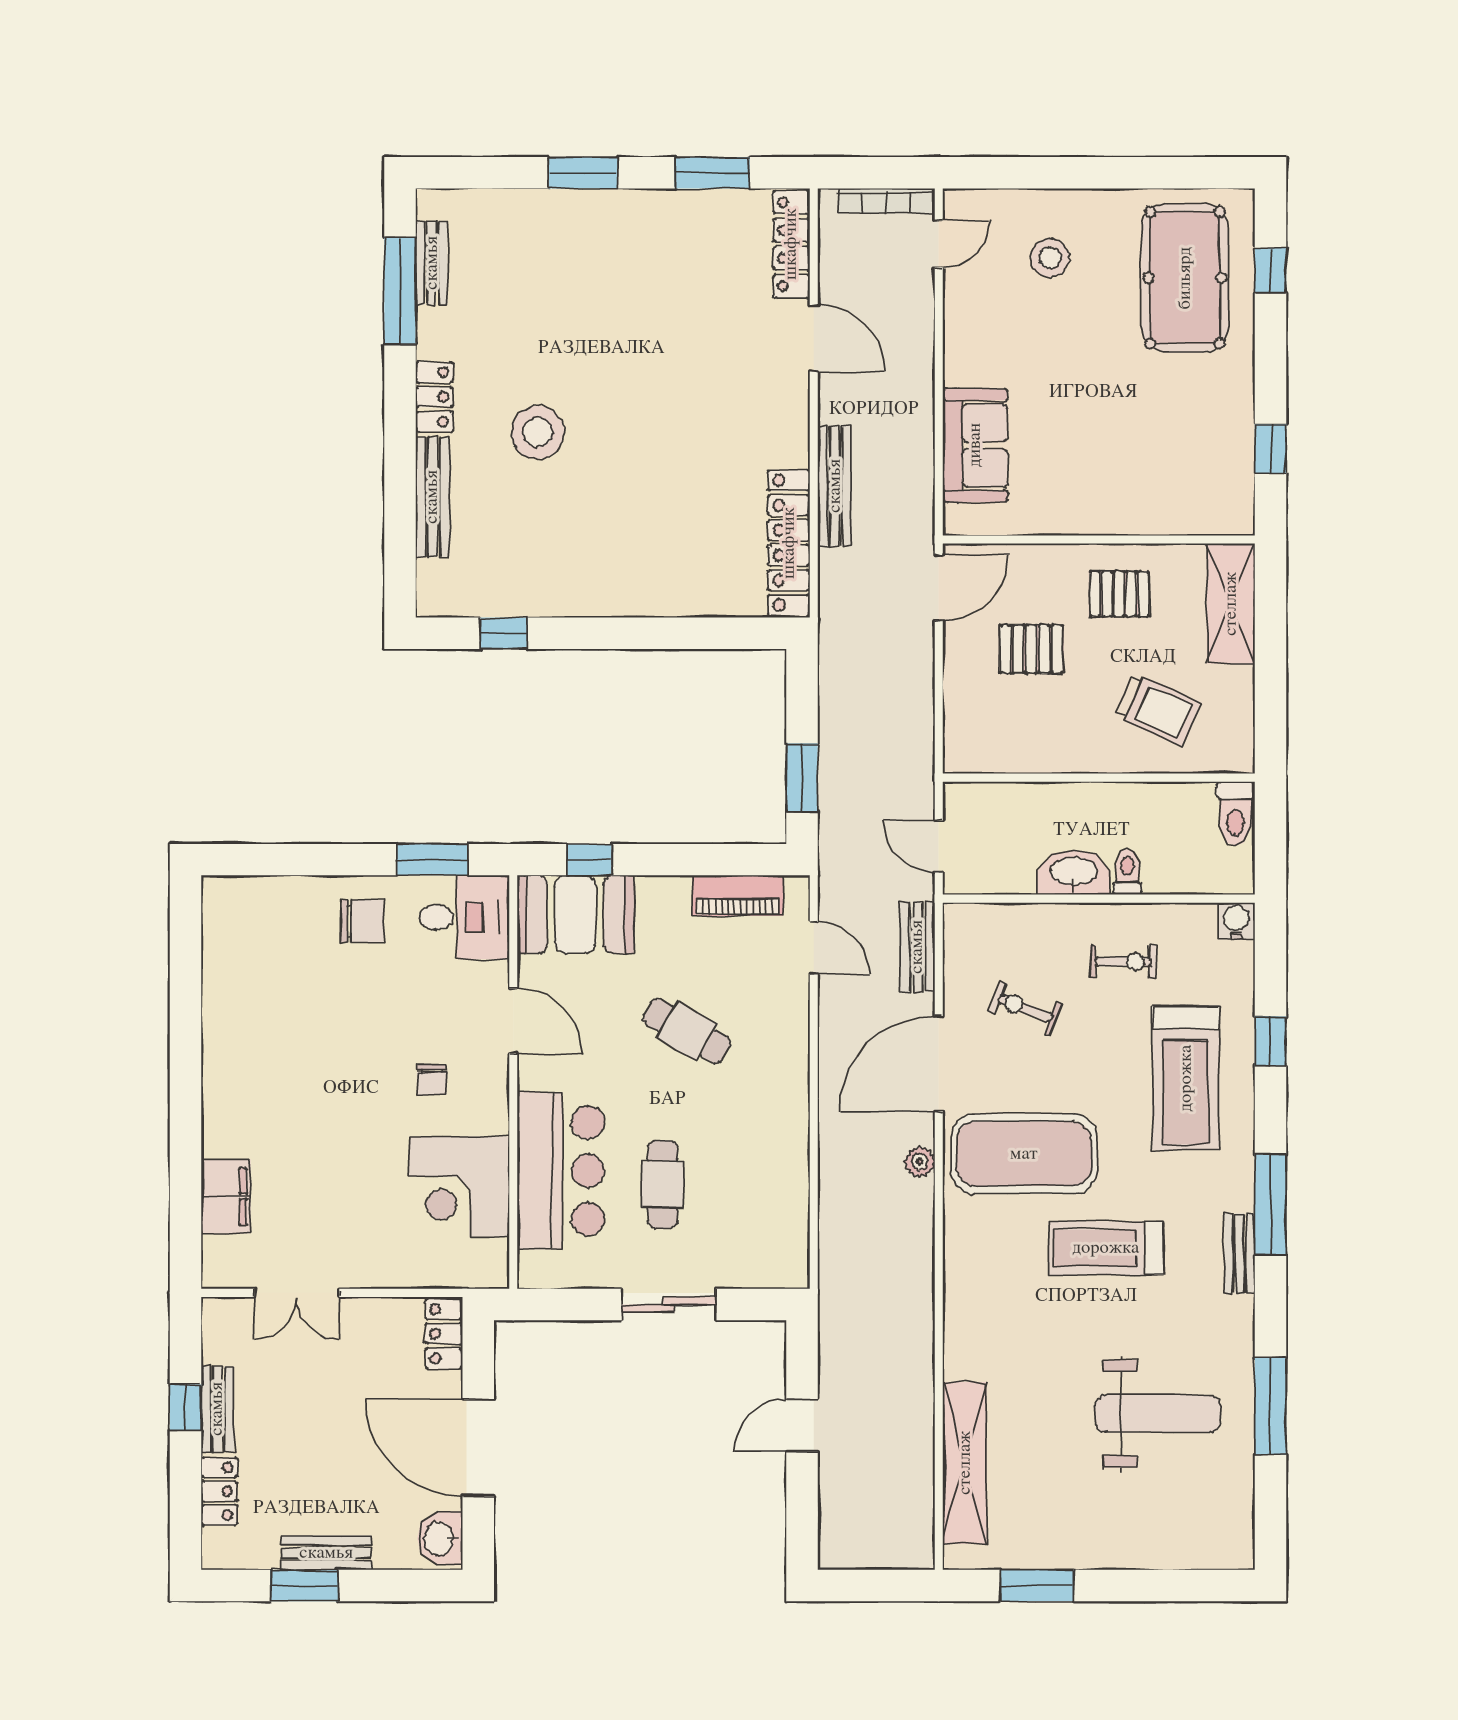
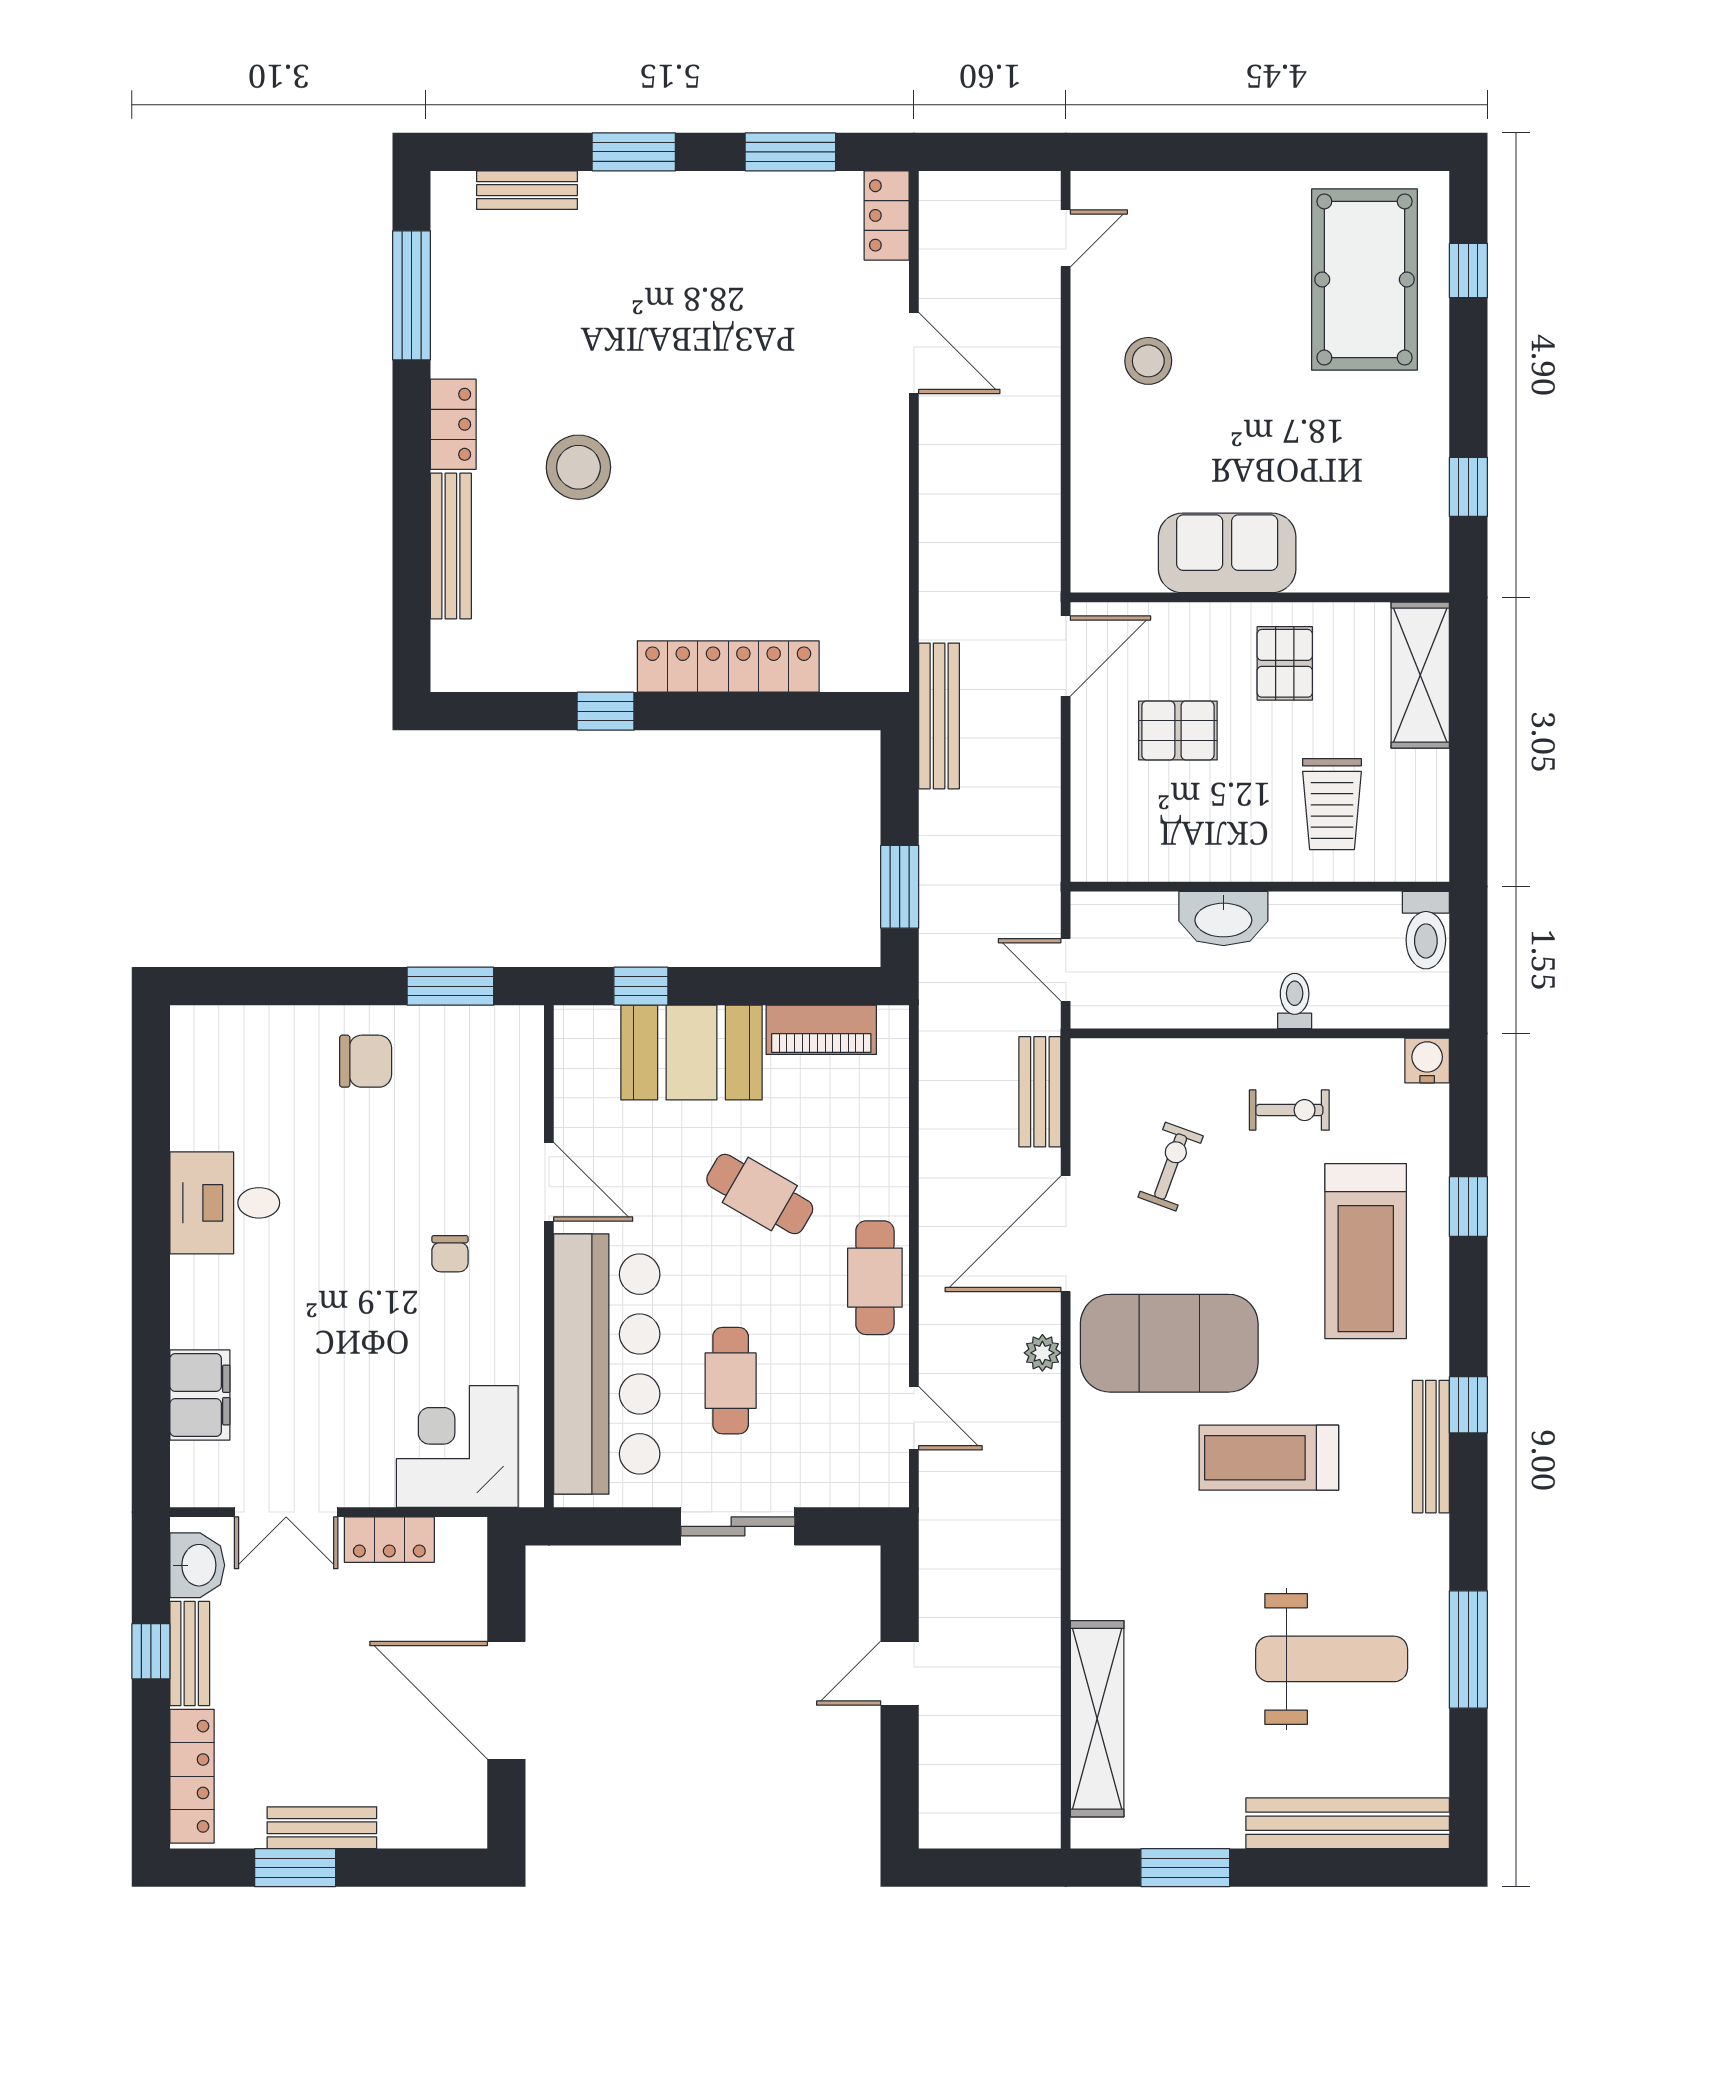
bookcase: (886, 201) -> (1002, 186), removed
locker: (791, 244) -> (887, 215), width x0.66
stool: (1050, 258) -> (1148, 361), moved
bench: (432, 263) -> (527, 190), moved, turned 90
sofa: (975, 445) -> (1227, 553), moved, turned -90
bench: (835, 486) -> (939, 716), moved
locker: (789, 543) -> (728, 667), moved, turned 90
pallet: (1119, 594) -> (1285, 663), turned 90
window: (504, 633) -> (606, 711), moved
trolley: (1158, 710) -> (1332, 804), turned 66
washbasin: (1074, 872) -> (1223, 918), moved, turned 180
booth: (575, 914) -> (692, 1052), moved
desk: (464, 917) -> (225, 1203), moved, turned 180
door: (814, 948) -> (914, 1418), moved
exercise bike: (1025, 1008) -> (1171, 1167), turned 89
cafe table: (782, 1100) -> (875, 1278), added
bar counter: (561, 1171) -> (607, 1364), width x1.36
corner desk: (459, 1187) -> (457, 1447), moved, turned 90
window: (1270, 1204) -> (1468, 1405), width x0.46
bench: (1240, 1253) -> (1431, 1447), width x1.36
locker: (444, 1334) -> (389, 1540), moved, turned -90
locker: (219, 1491) -> (192, 1776), width x1.53
washbasin: (440, 1538) -> (197, 1565), moved, turned 180
bench: (1171, 1549) -> (1348, 1823), added

